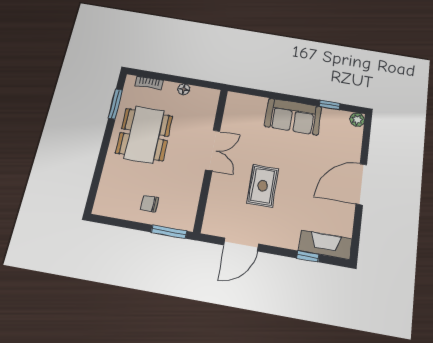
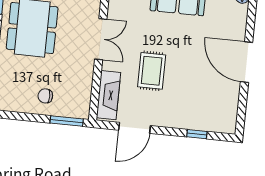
door: (361, 184) -> (247, 62), hinge flipped
fireplace: (325, 245) -> (108, 95), moved, turned 90

